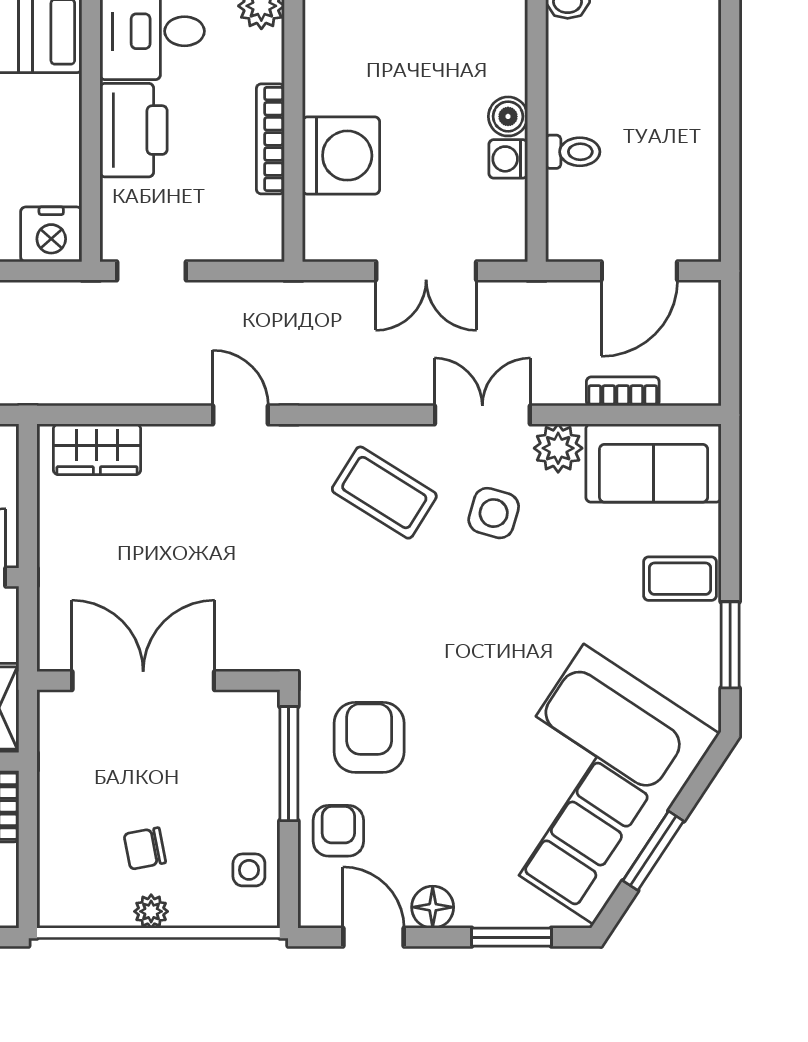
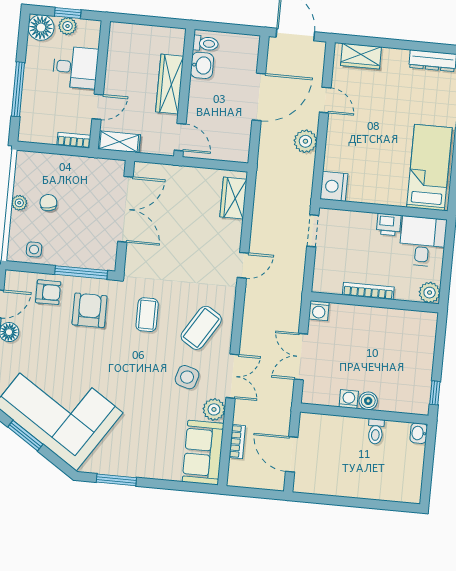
printer: (134, 130) -> (389, 225), width x0.53, depth x0.68
toilet: (573, 152) -> (376, 431), moved
washing machine: (341, 156) -> (319, 311), moved, width x0.53, depth x0.53
coffee table: (680, 579) -> (147, 315), moved
armchair: (369, 737) -> (90, 310), turned -90

